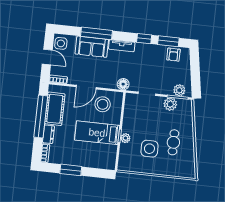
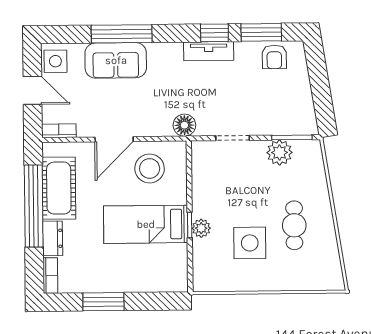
tv unit: (122, 46) -> (209, 51), moved
plant: (179, 90) -> (294, 124), removed

